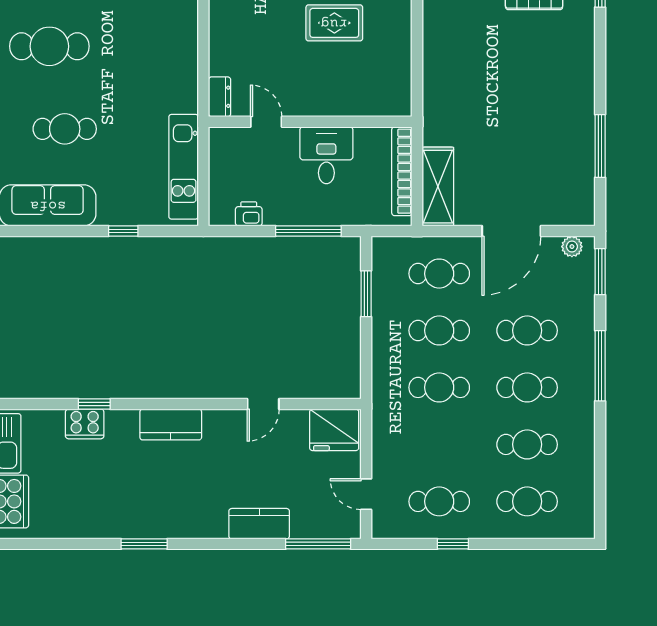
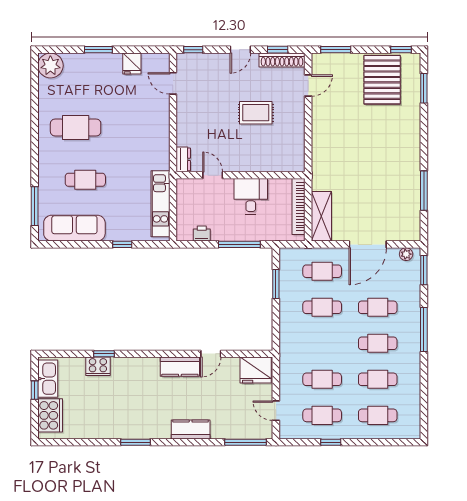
cafe table: (439, 387) -> (322, 379), moved
kitchen counter: (171, 425) -> (180, 367), moved
kitchen counter: (259, 524) -> (191, 429), moved

